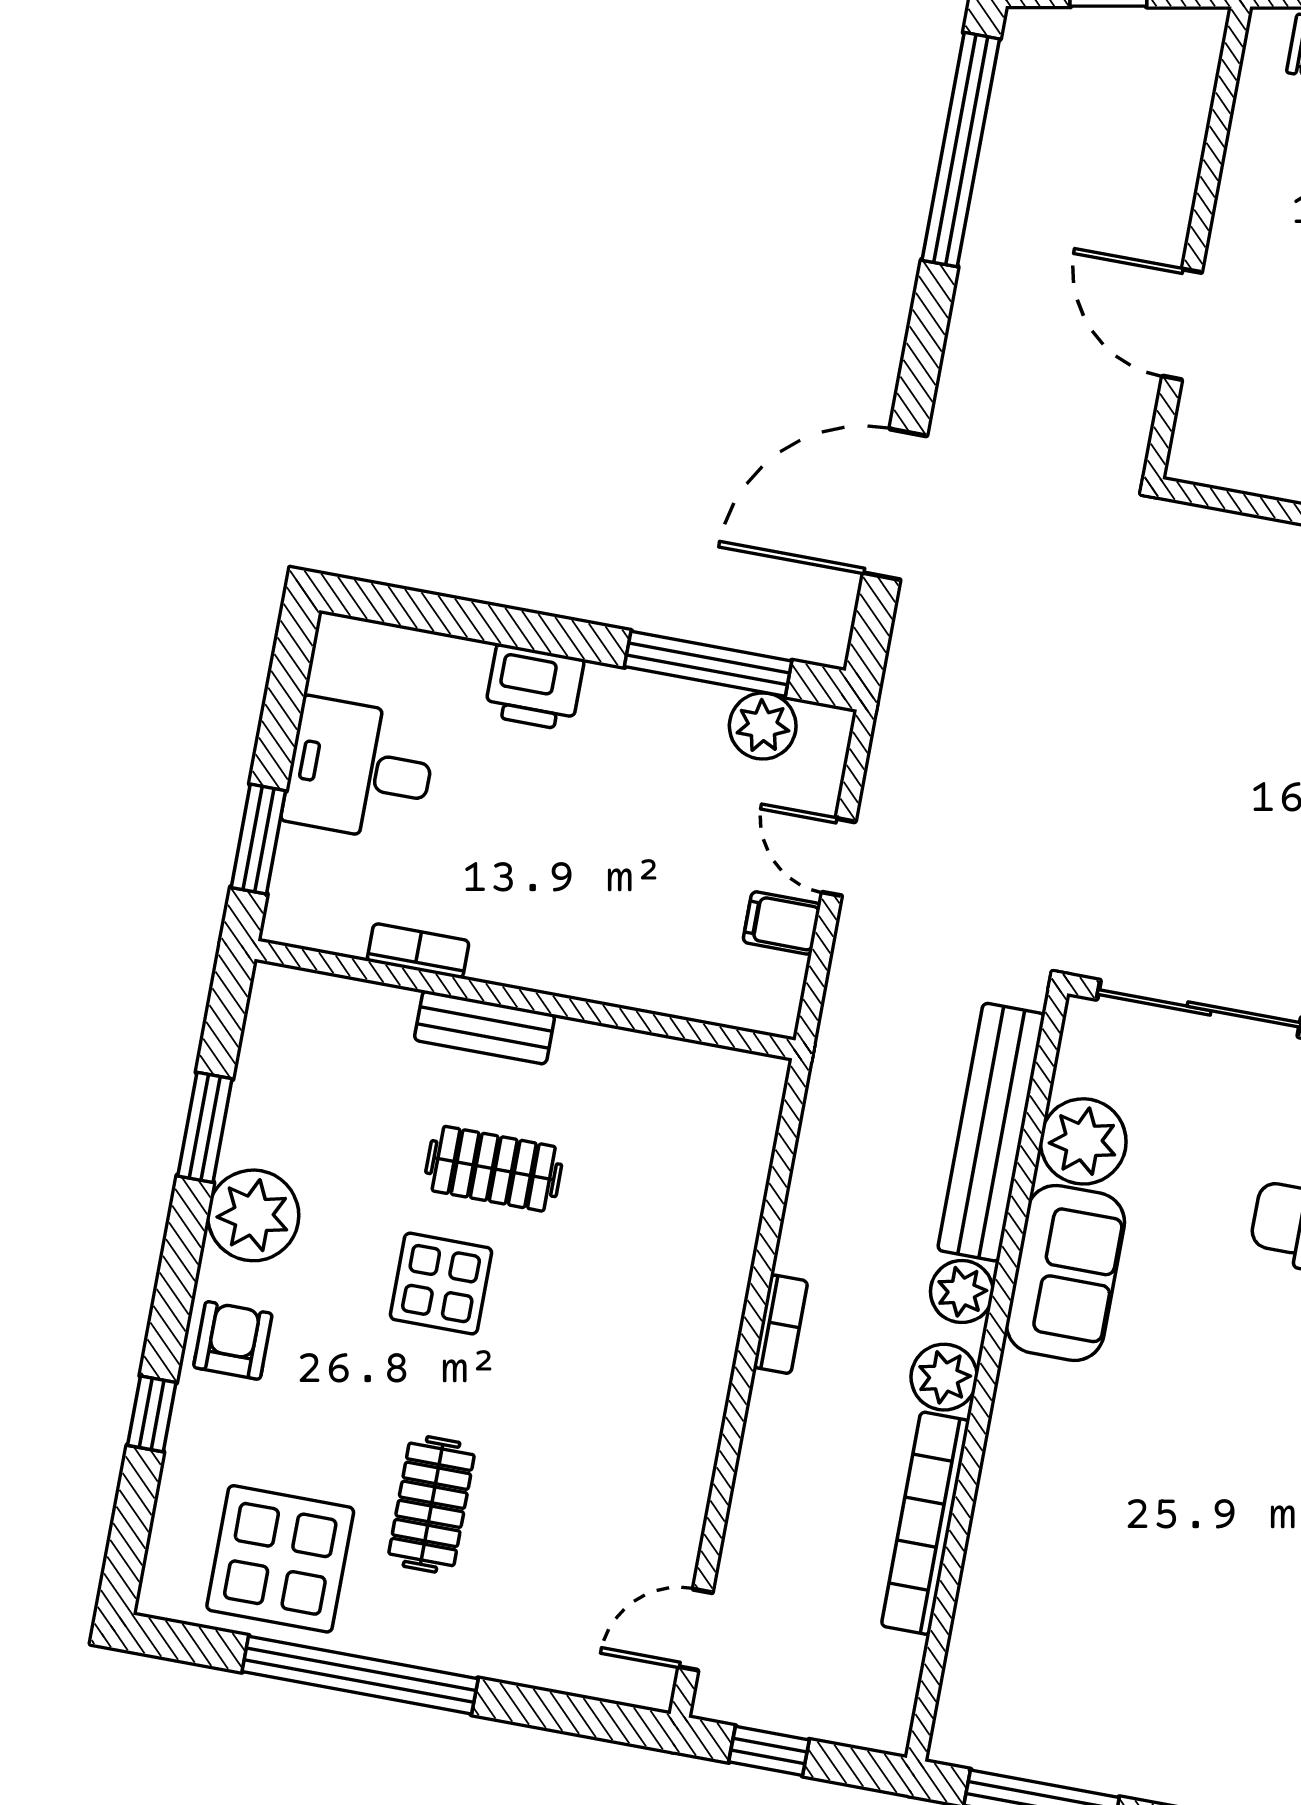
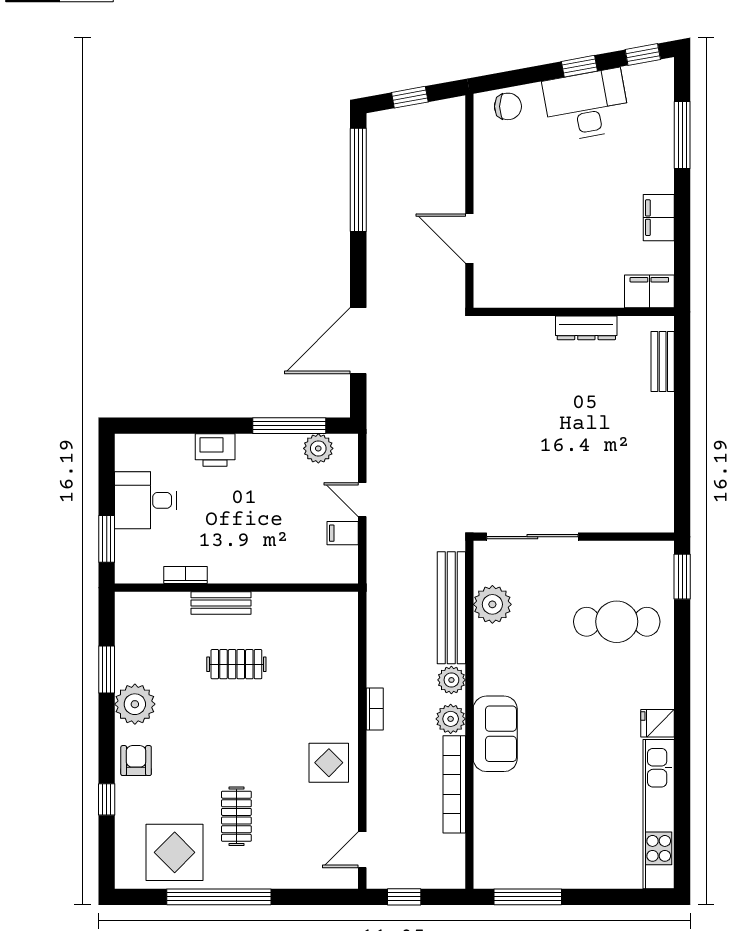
sofa: (1065, 1273) -> (495, 734), moved
display table: (441, 1284) -> (329, 763), moved

